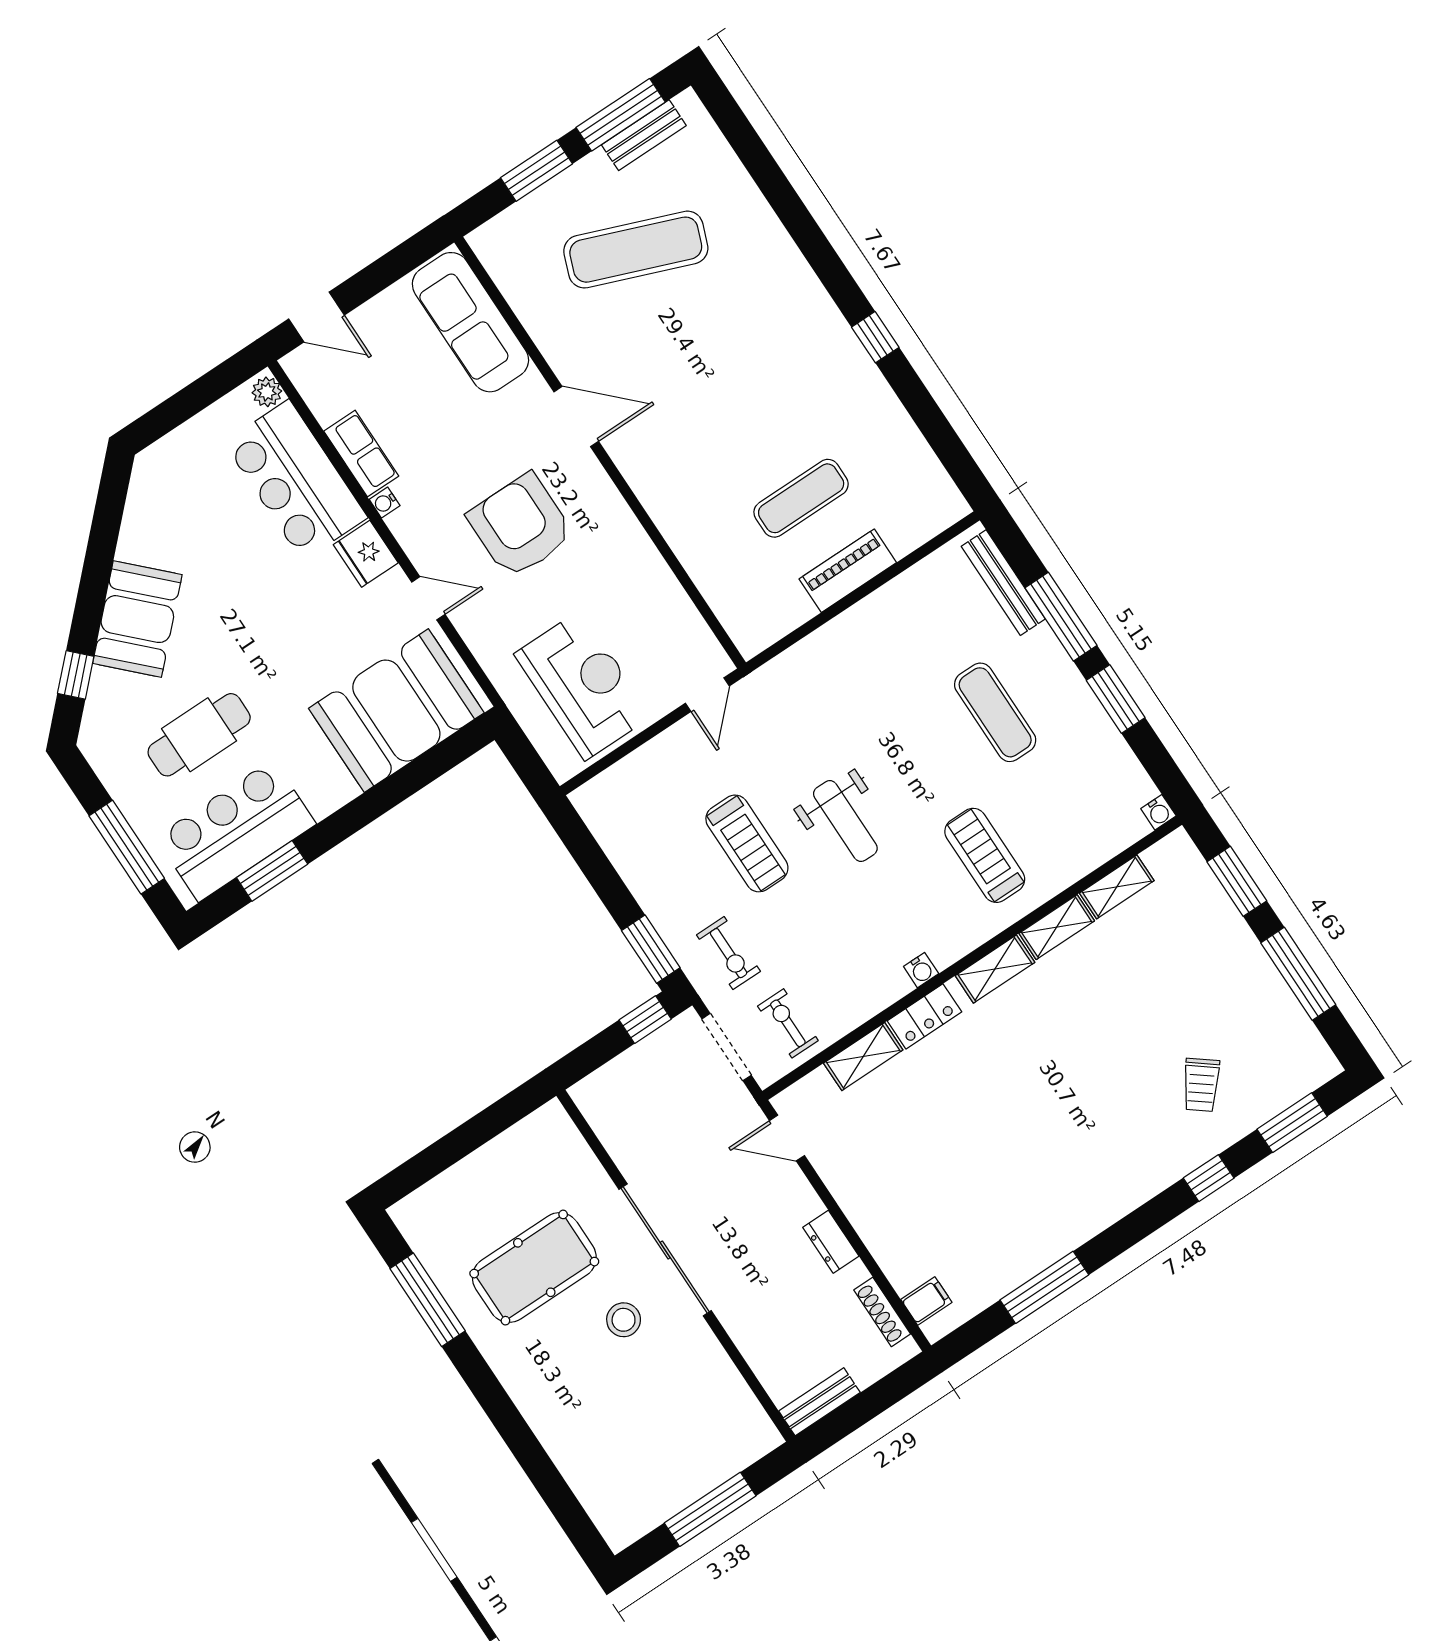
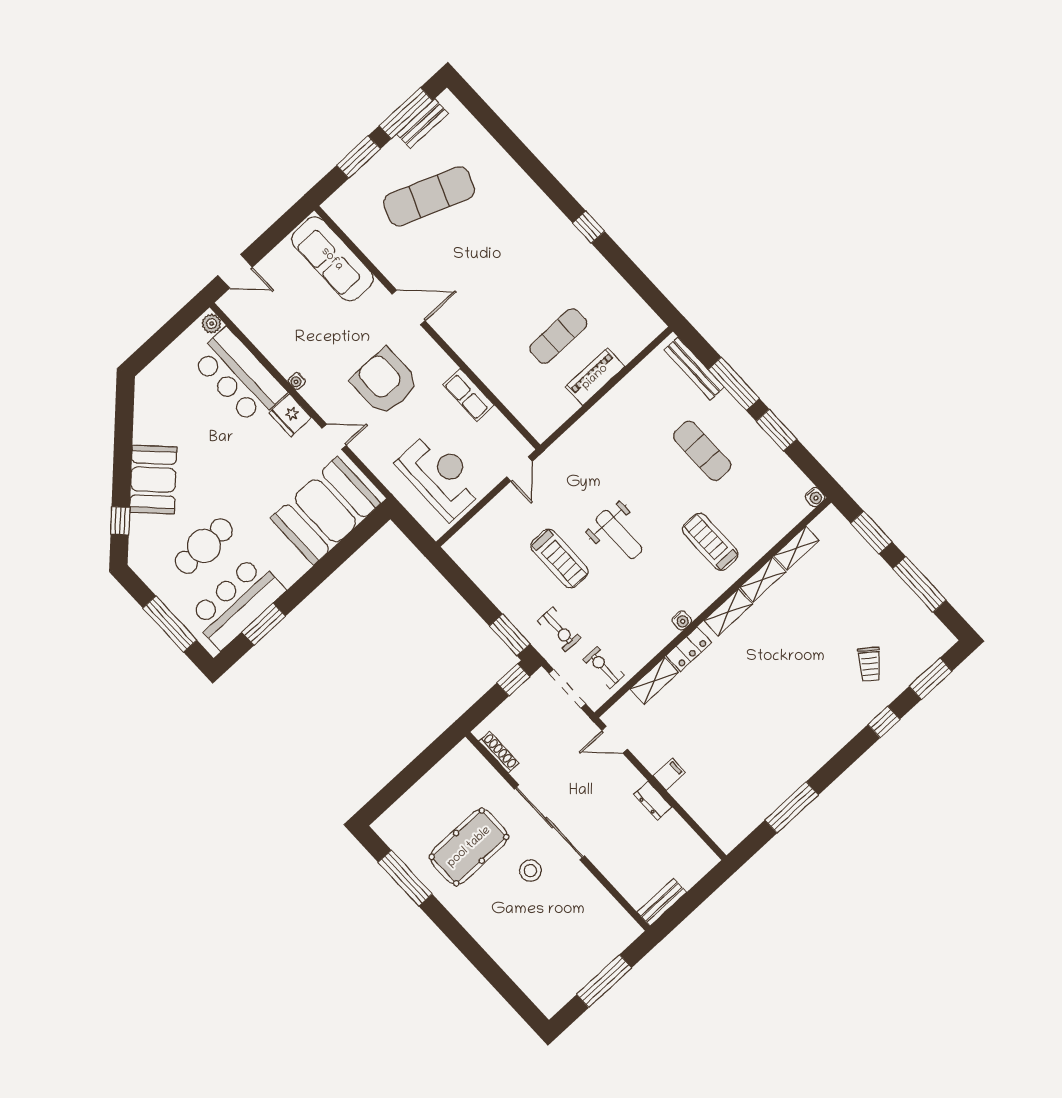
row of seats: (361, 454) -> (468, 395), moved, turned 180
filing cabinet: (926, 1301) -> (669, 774), moved
shoe rack: (882, 1312) -> (499, 752), moved, turned 180

